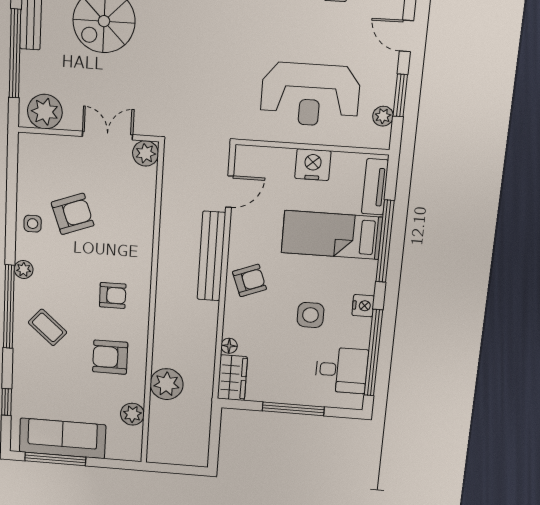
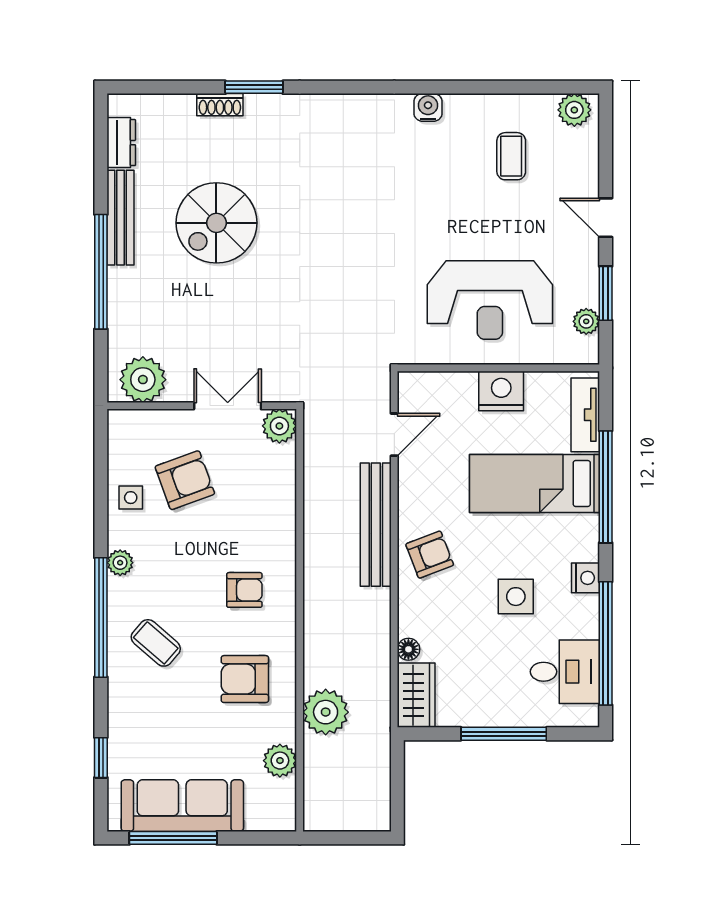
plant: (45, 112) -> (143, 380), moved
wall: (88, 134) -> (202, 406), moved
double door: (107, 136) -> (228, 406), moved
plant: (146, 153) -> (279, 426), moved

